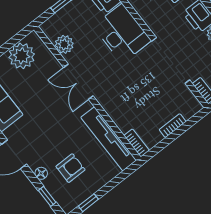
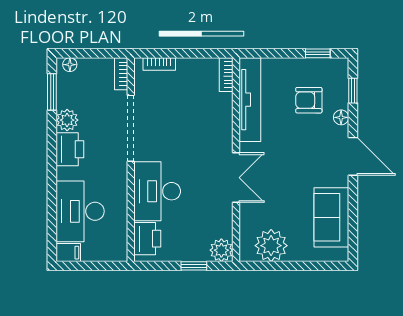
plant: (64, 44) -> (221, 250), moved
bookcase: (173, 126) -> (159, 64), moved

